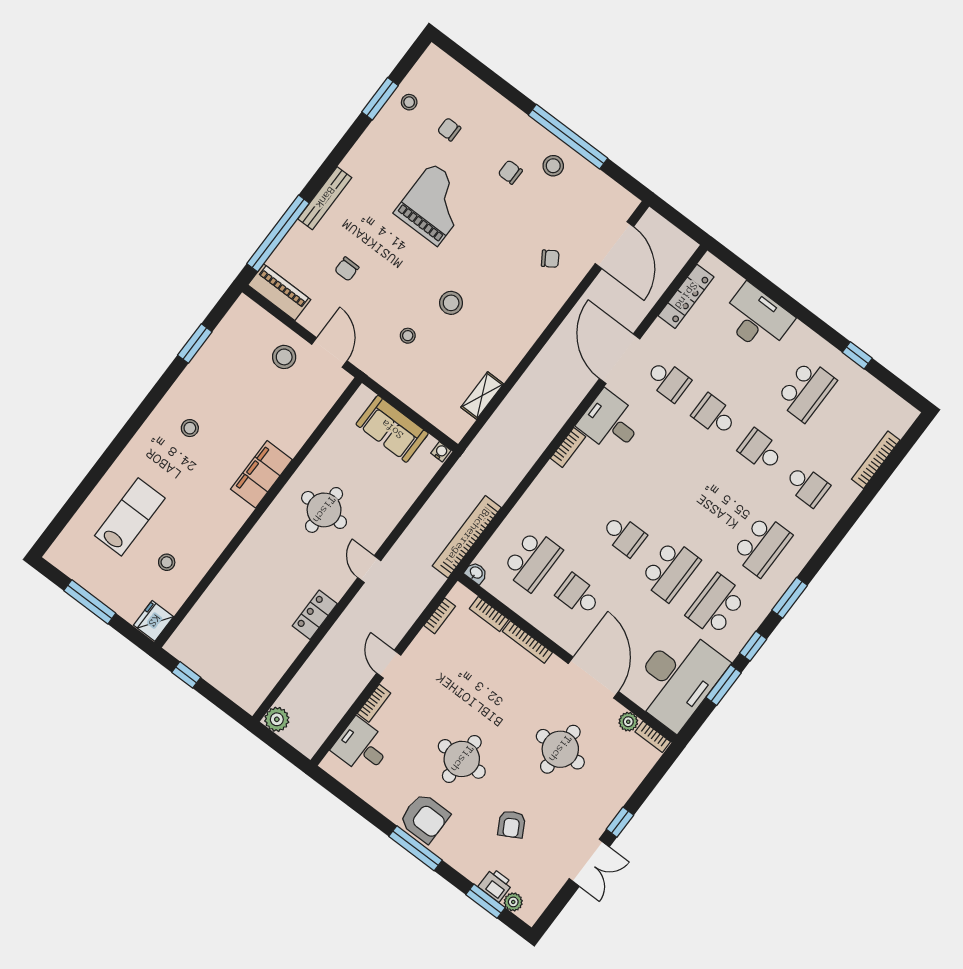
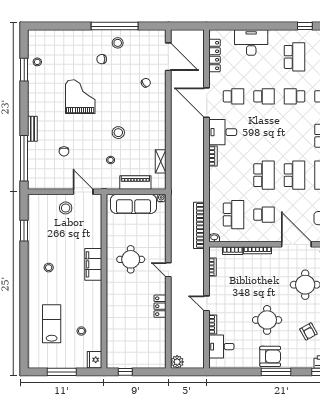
chair: (449, 129) -> (63, 61), removed
bench: (325, 198) -> (32, 129), width x0.73
piano: (279, 292) -> (135, 182), moved
school desk: (714, 415) -> (264, 96), turned 180
sofa: (392, 429) -> (134, 204), width x1.36
school desk: (624, 535) -> (264, 175), width x1.85
school desk: (578, 595) -> (264, 215), turned 180

